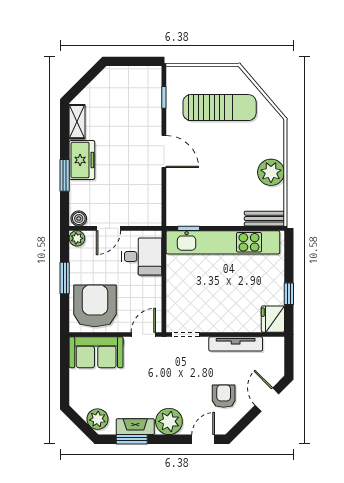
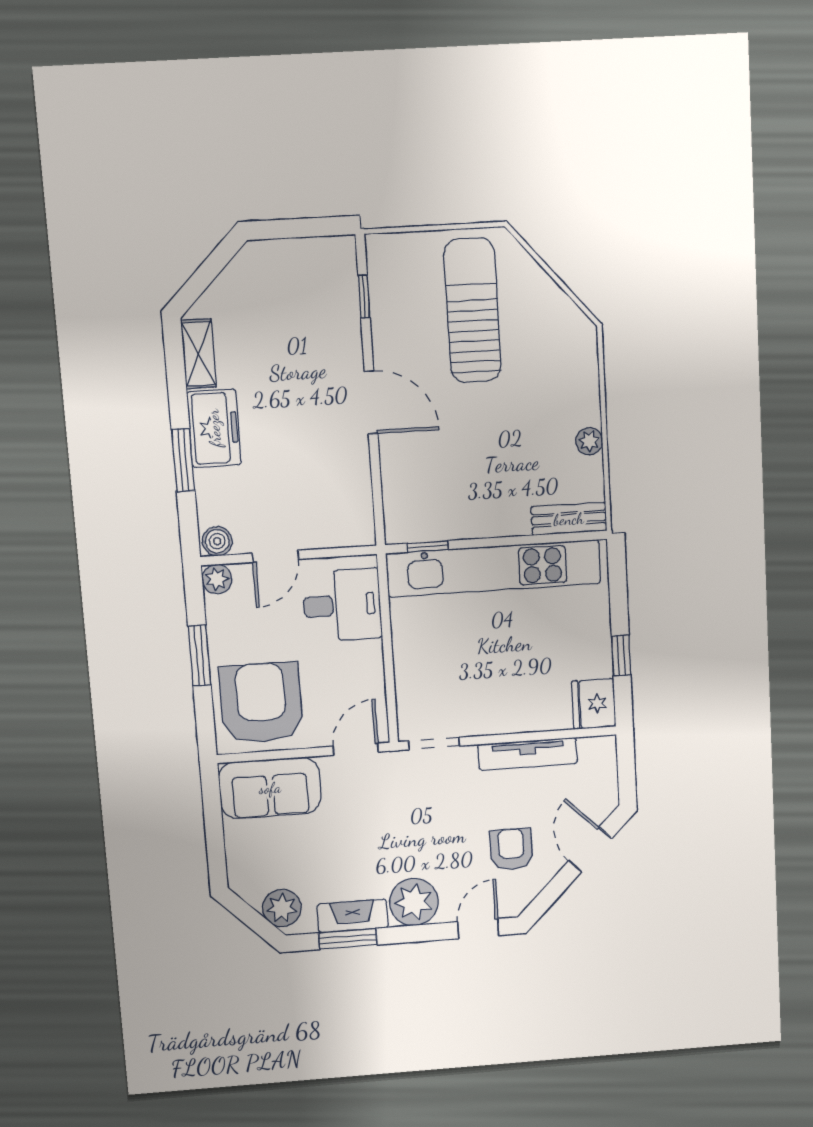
sun lounger: (220, 108) -> (472, 310), turned -90
plant: (271, 172) -> (589, 441), width x0.53, depth x0.53

